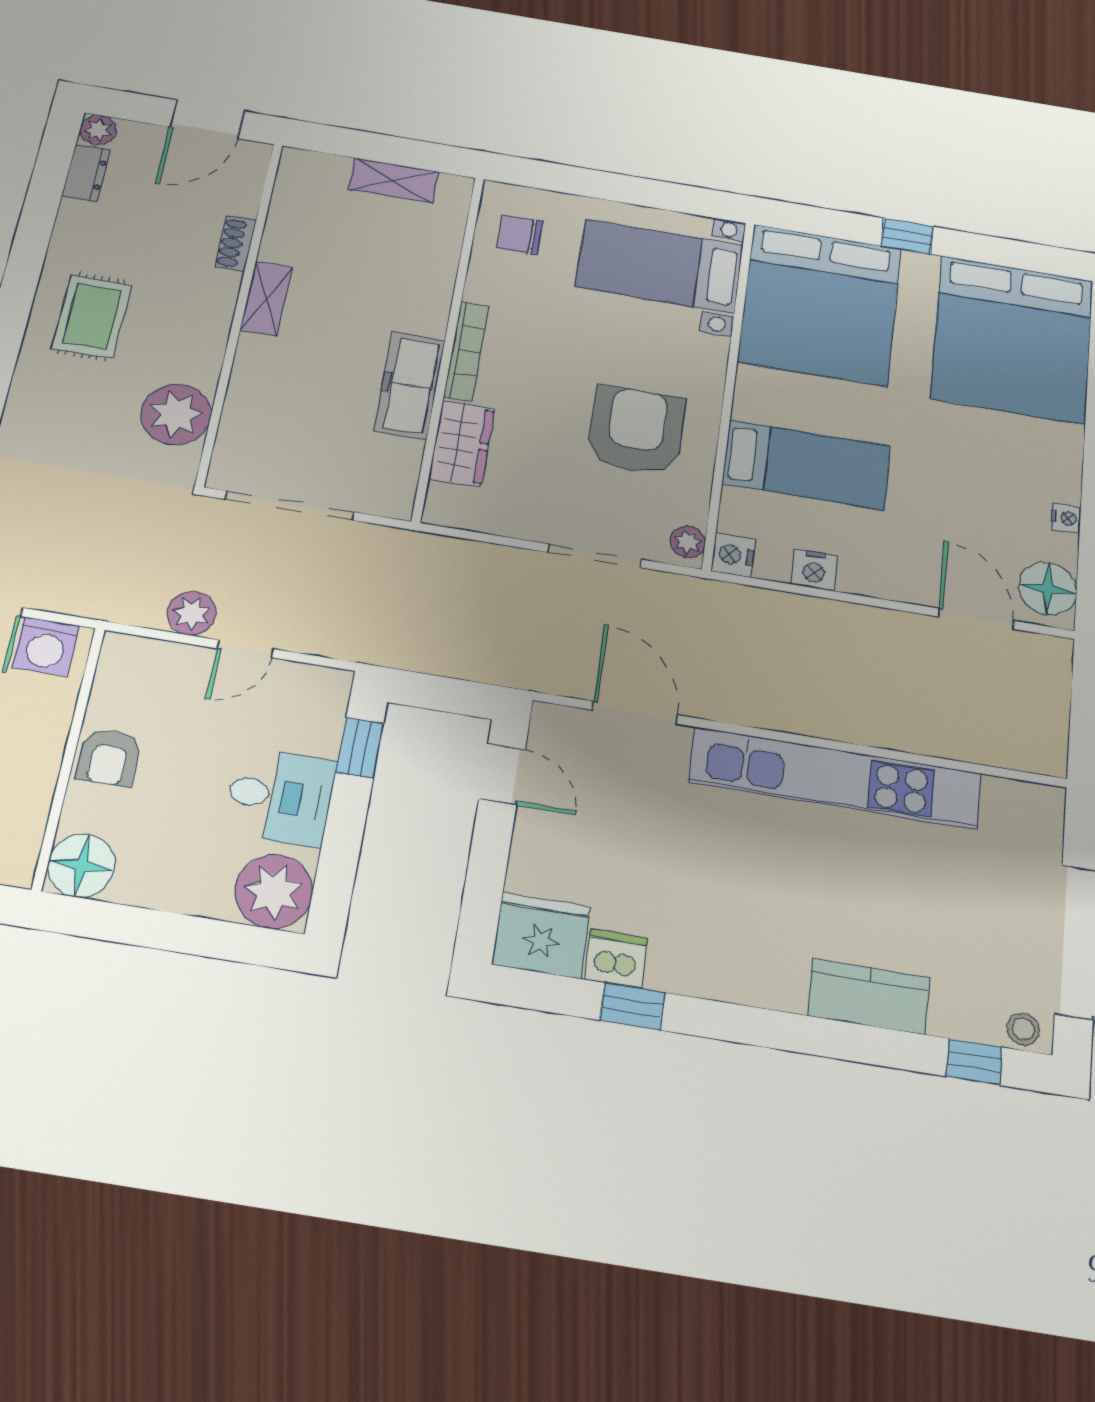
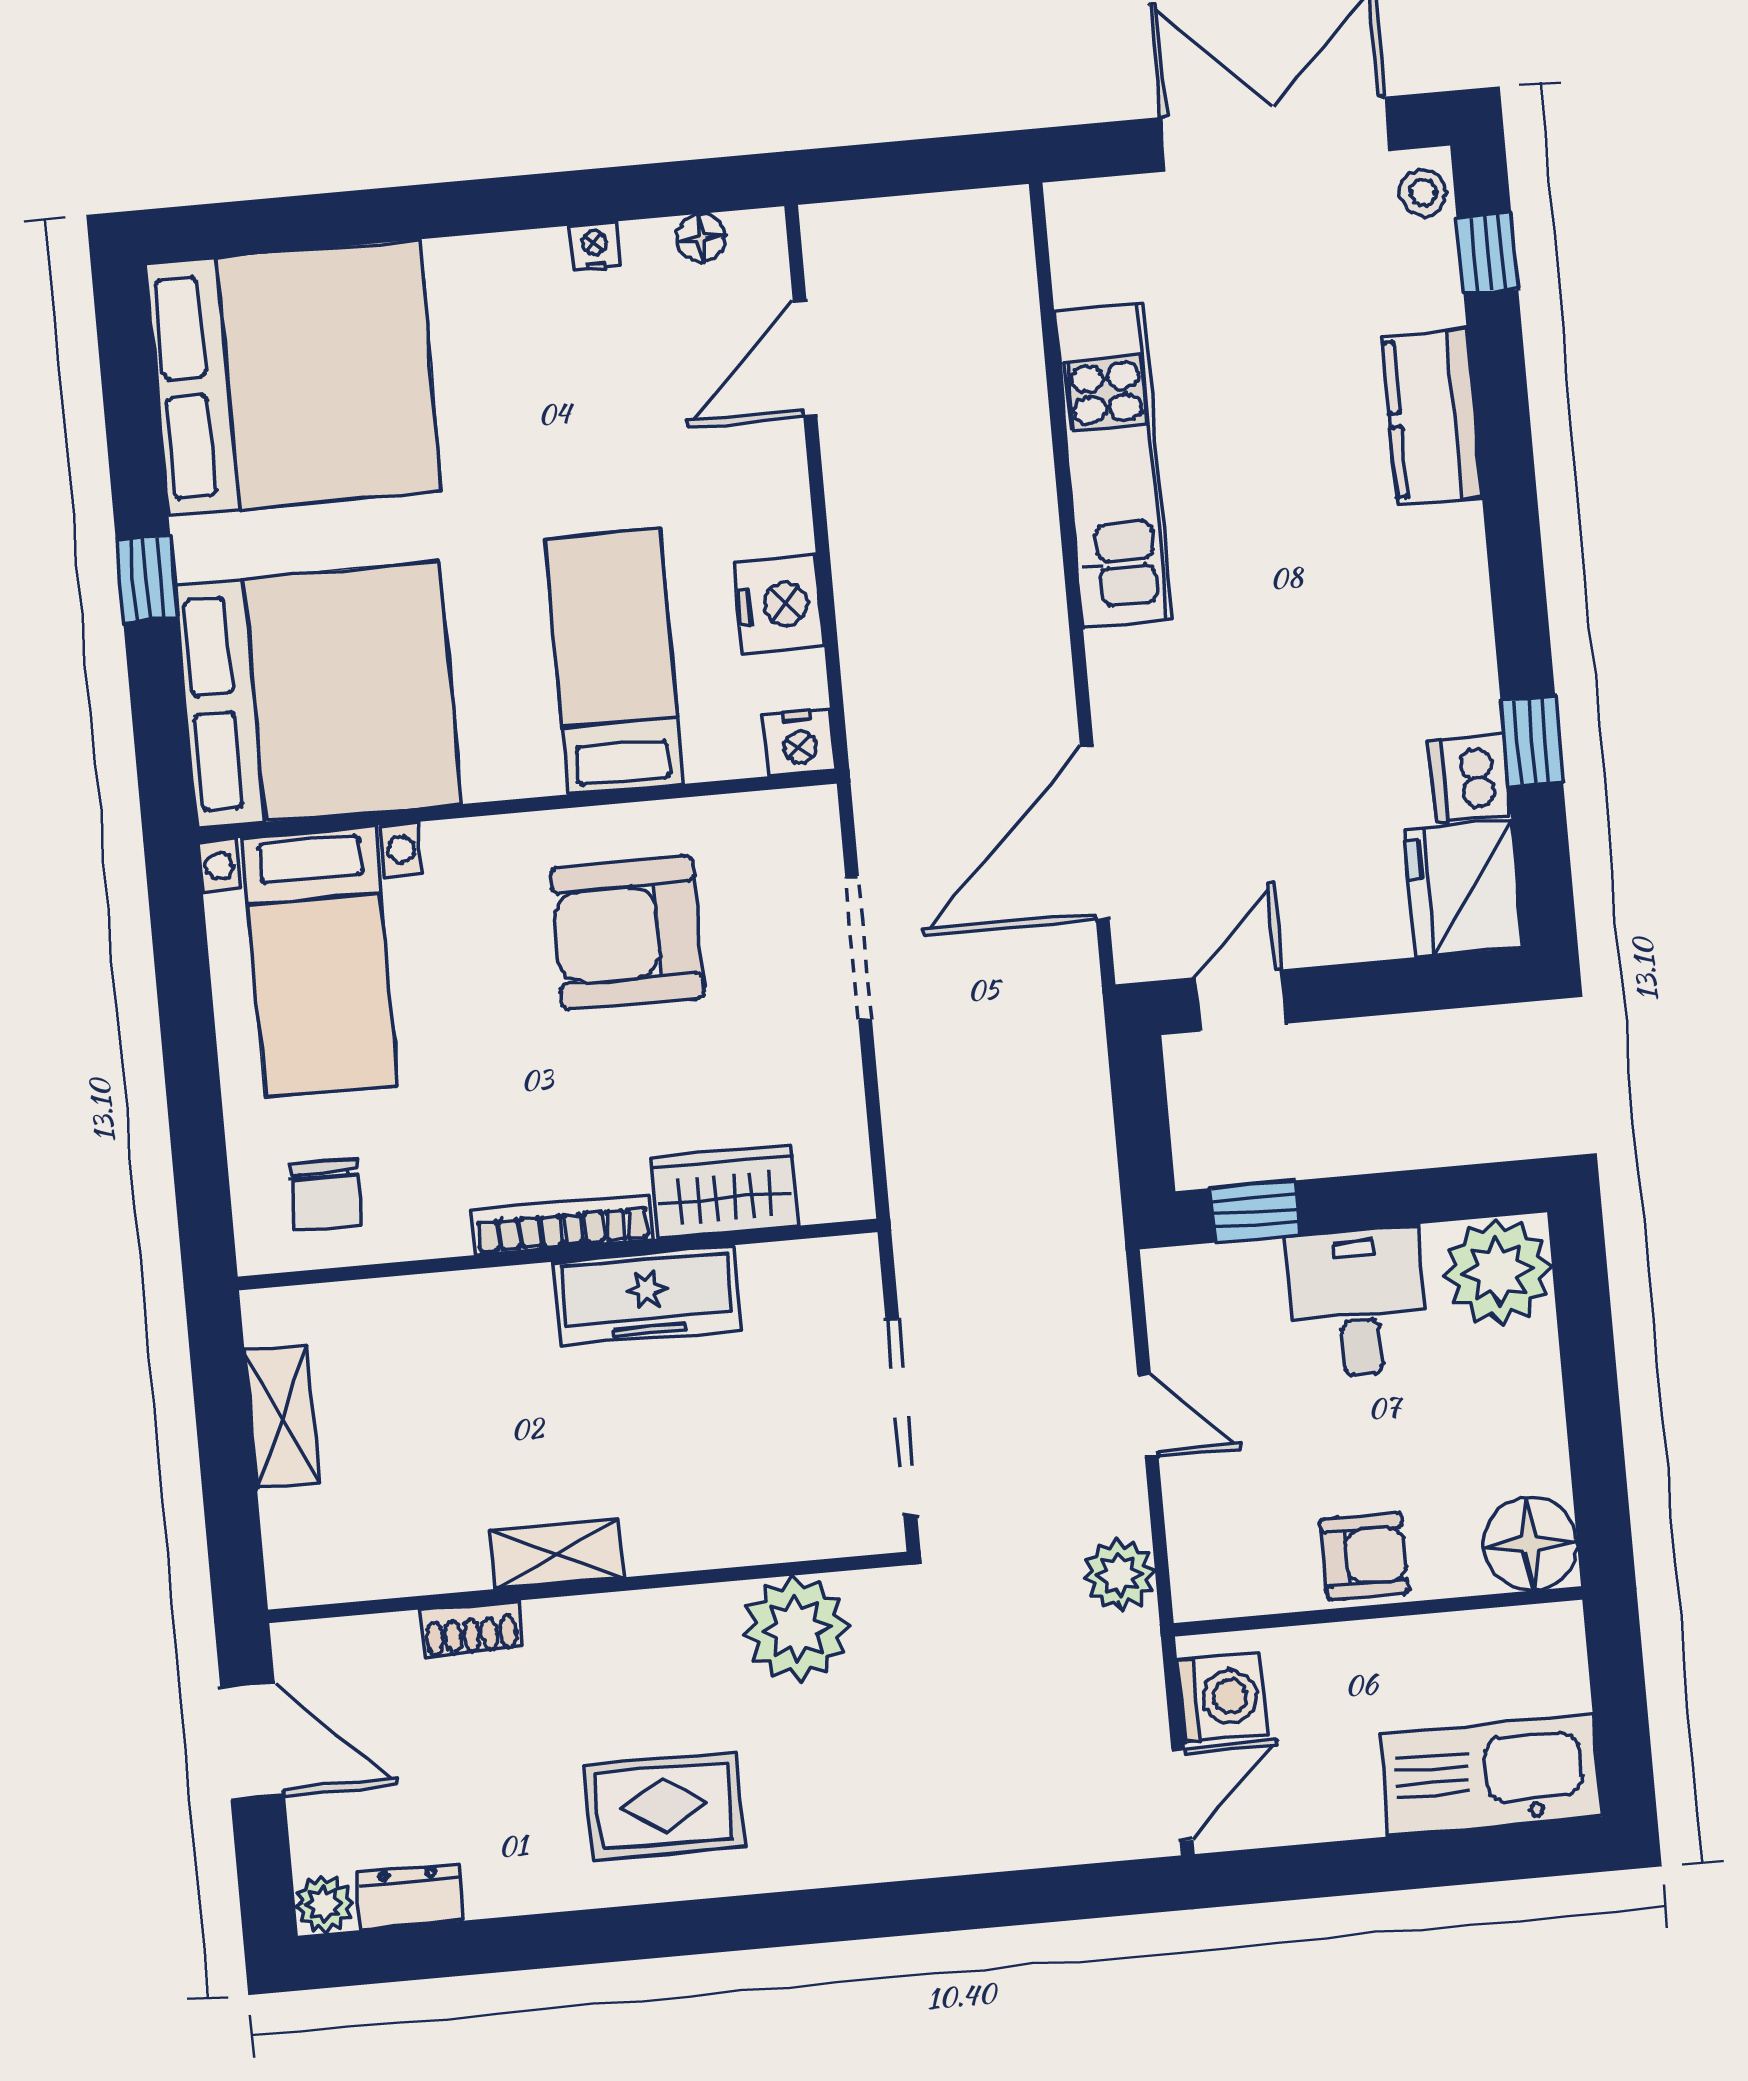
plant: (688, 542) -> (796, 815), removed
nightstand: (814, 570) -> (779, 605), width x1.36, depth x1.33
floor lamp: (1048, 589) -> (701, 238), width x0.53, depth x0.53
plant: (192, 613) -> (1120, 1575), moved
door: (635, 713) -> (1095, 833), width x1.36
kitchen unit: (835, 778) -> (1113, 466), width x0.73

